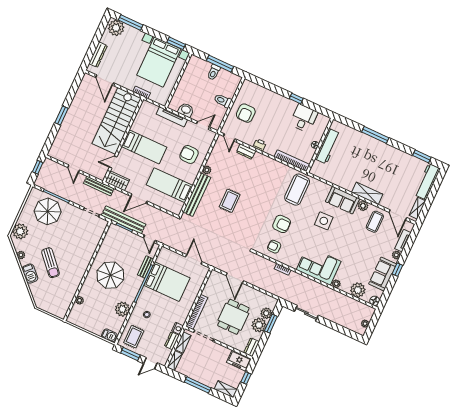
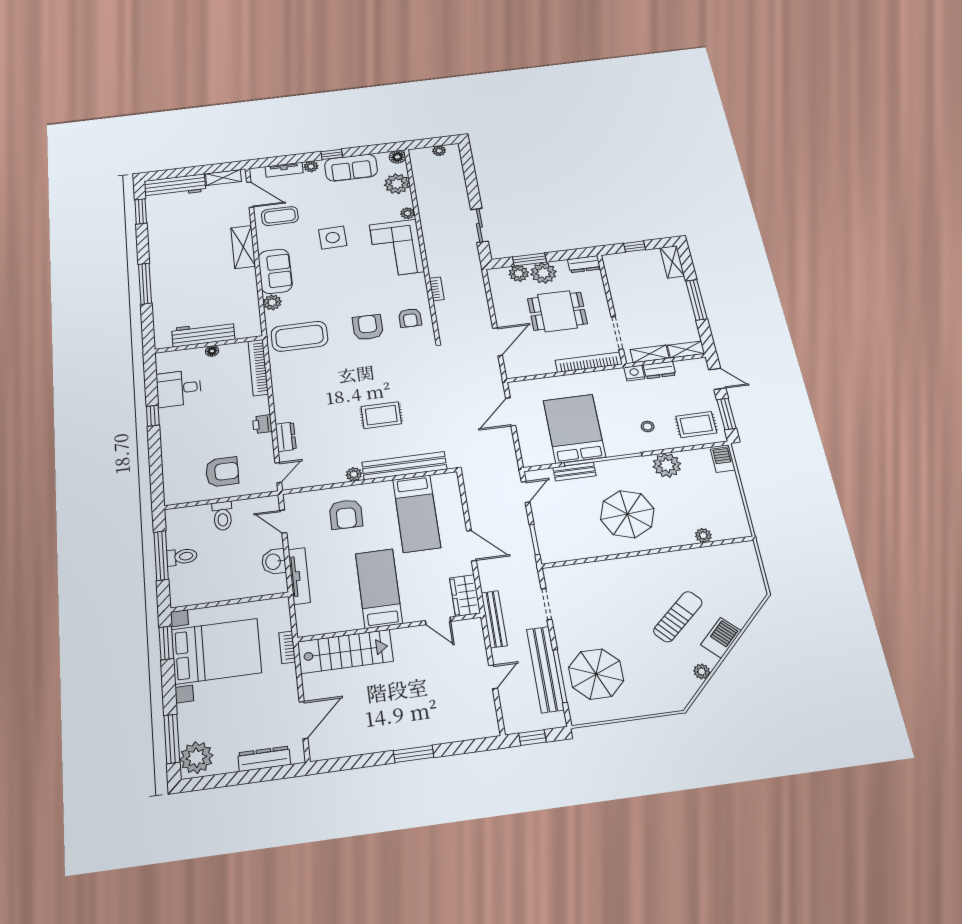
stairs: (117, 121) -> (345, 651), width x0.73, depth x0.66
plant: (363, 206) -> (272, 302), moved
door: (398, 215) -> (250, 195), hinge flipped
bench: (124, 220) -> (545, 669), moved
side table: (324, 221) -> (333, 238), moved
plant: (20, 231) -> (663, 698), removed
freezer: (239, 361) -> (617, 269), removed

